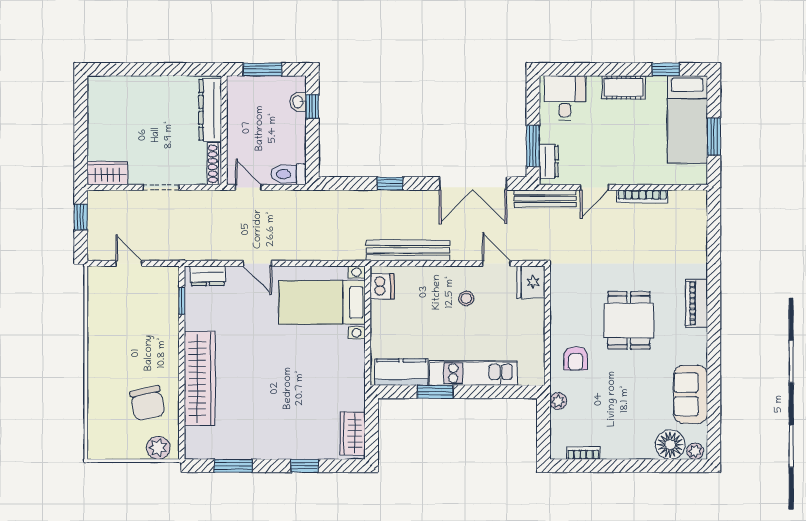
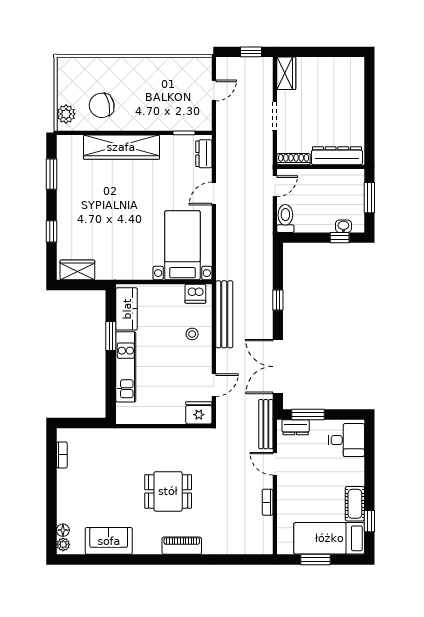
cot: (624, 87) -> (355, 504), moved
bookcase: (642, 196) -> (268, 502), width x0.64
stool: (466, 298) -> (192, 334), moved
armchair: (576, 358) -> (138, 449), removed
plant: (558, 401) -> (103, 435), removed
floor lamp: (670, 445) -> (63, 530), width x0.53, depth x0.53

